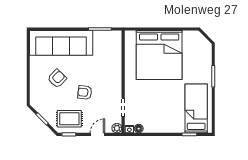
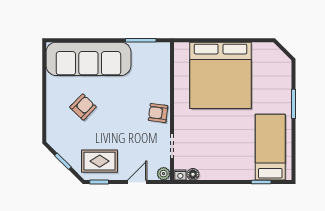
armchair: (85, 92) -> (158, 113), moved

